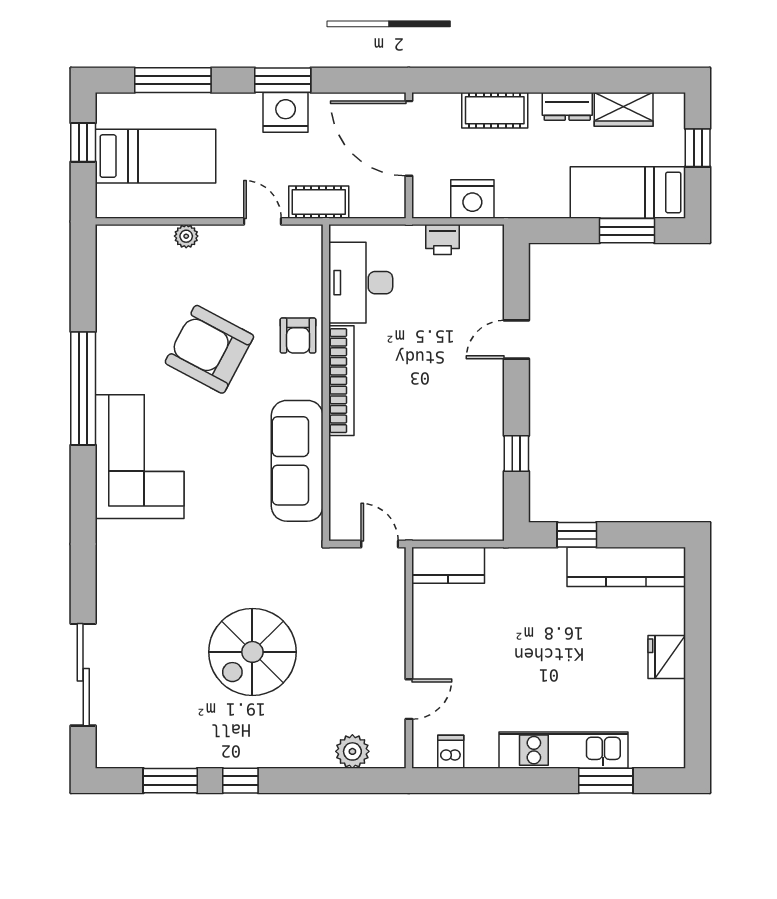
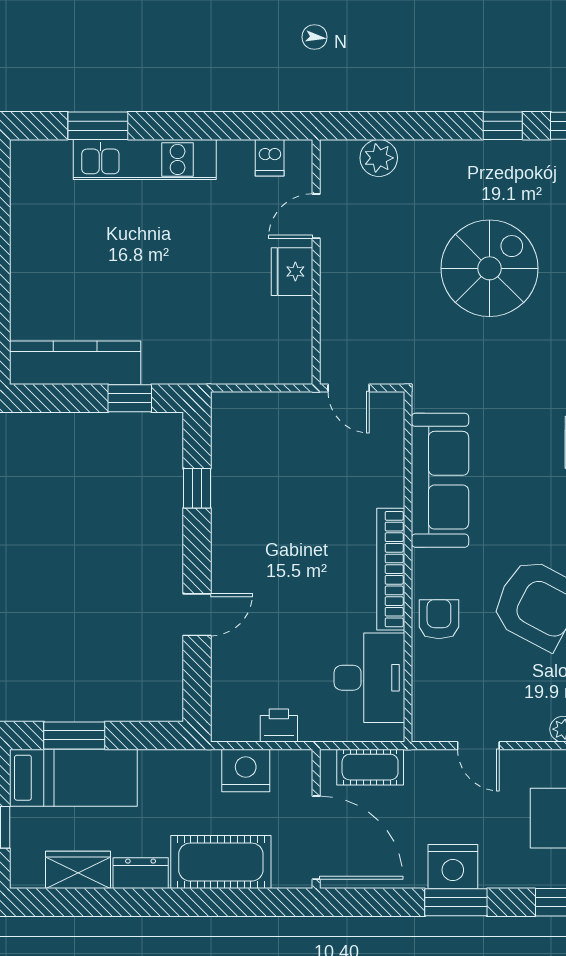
cot: (495, 110) -> (221, 862), width x1.37, depth x1.34
cot: (319, 202) -> (370, 767), moved
kitchen counter: (448, 565) -> (272, 364), removed
fridge: (667, 657) -> (292, 272), moved, turned 180

